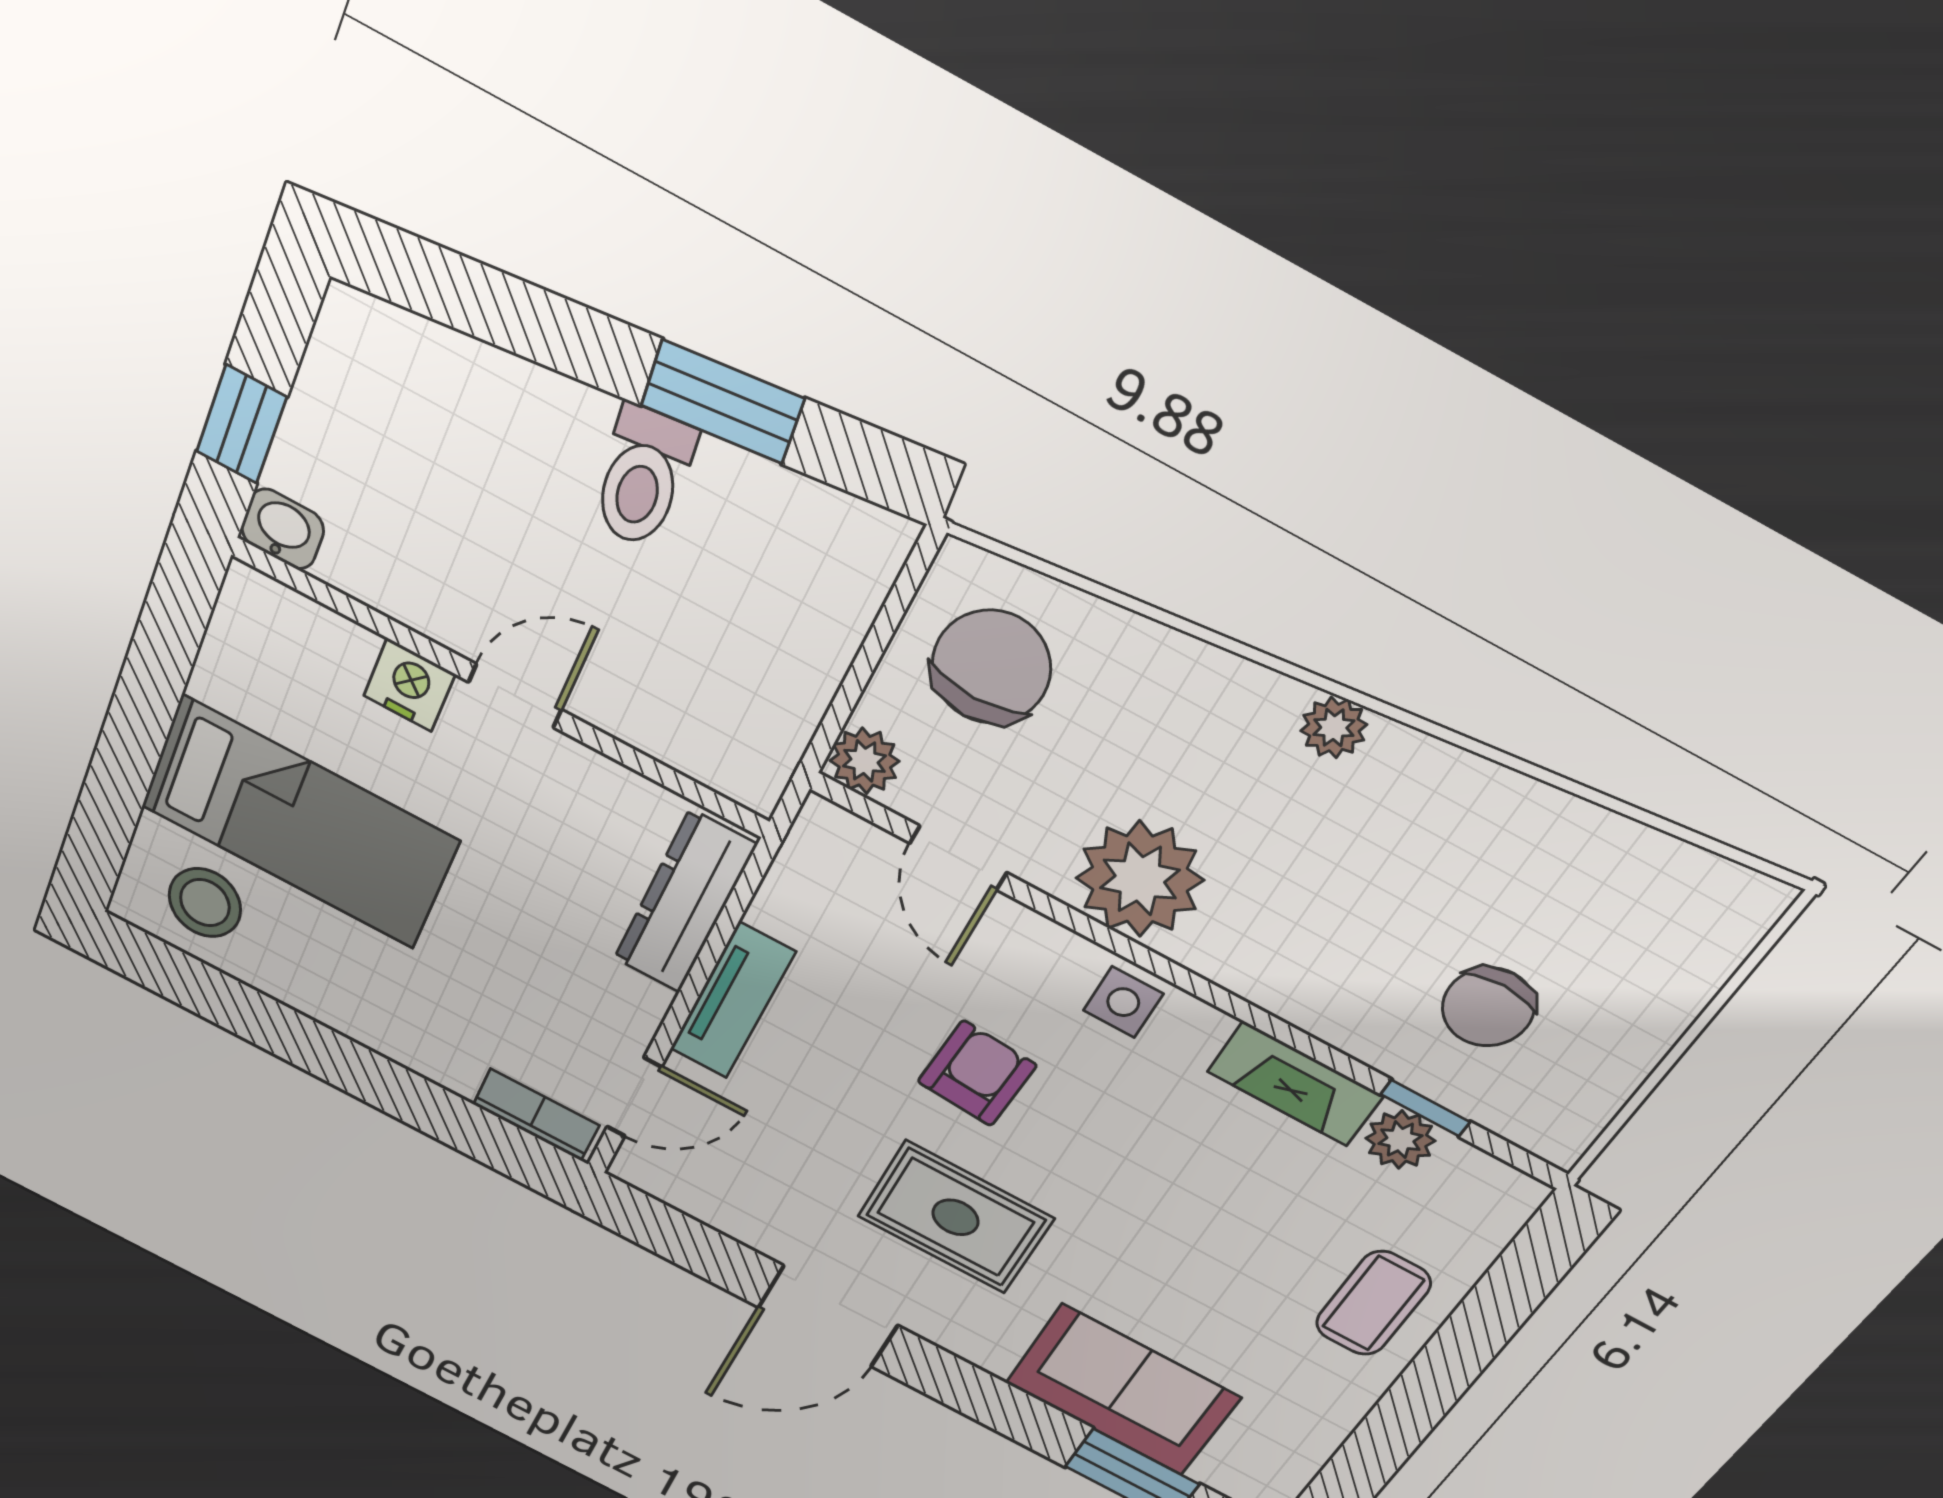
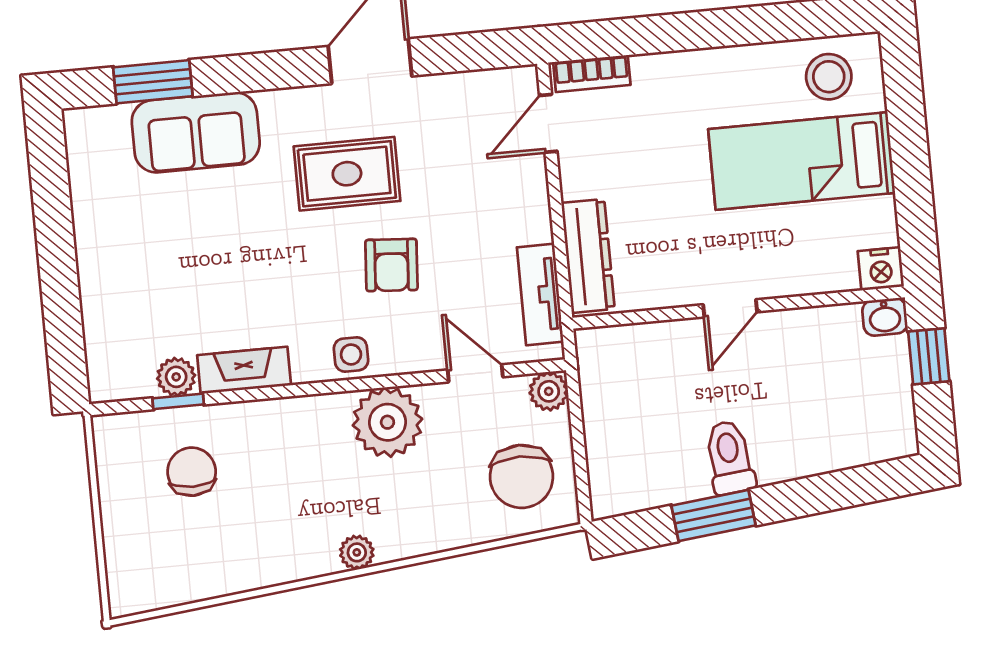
nightstand: (409, 685) -> (881, 269), moved
tv unit: (732, 1001) -> (540, 295), moved
coffee table: (1373, 1303) -> (119, 279), removed

